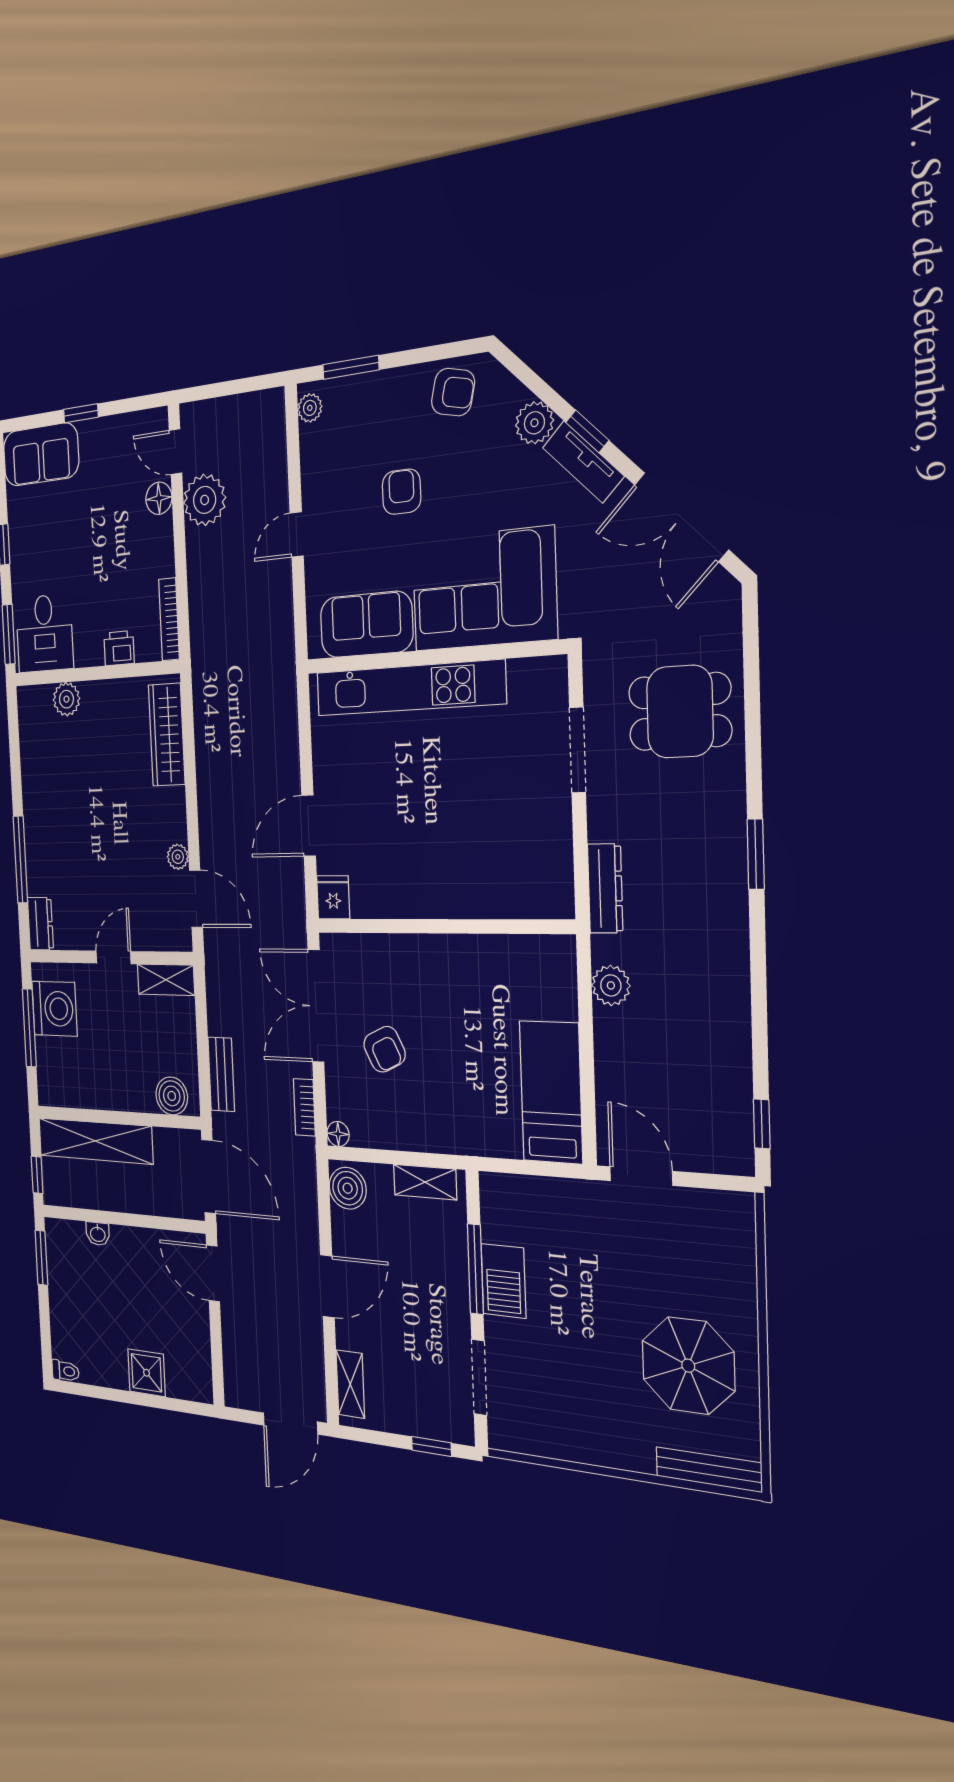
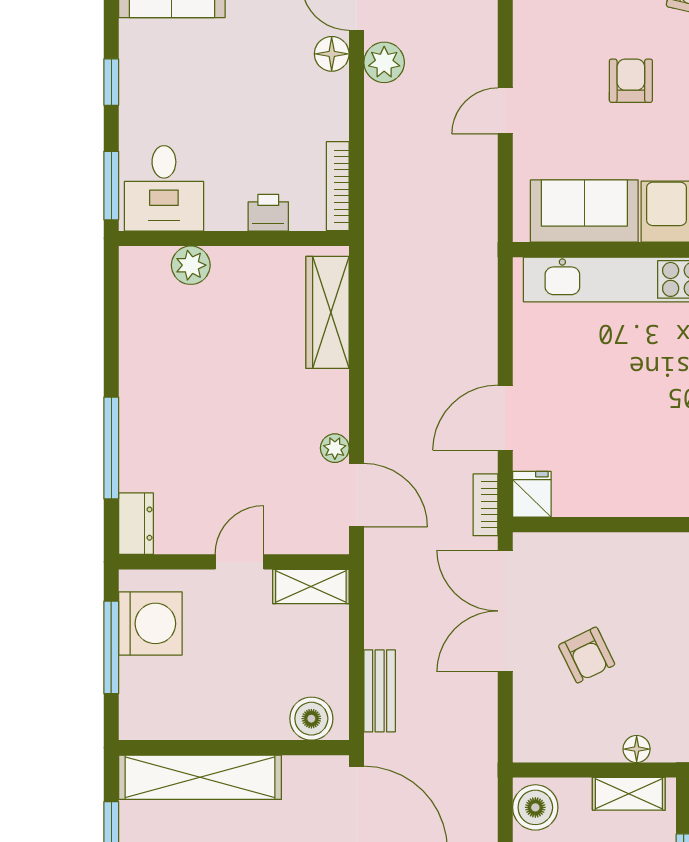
plant: (205, 500) -> (384, 62), width x0.73, depth x0.73
bookcase: (304, 1107) -> (485, 505), moved
floor lamp: (338, 1134) -> (637, 749), moved

